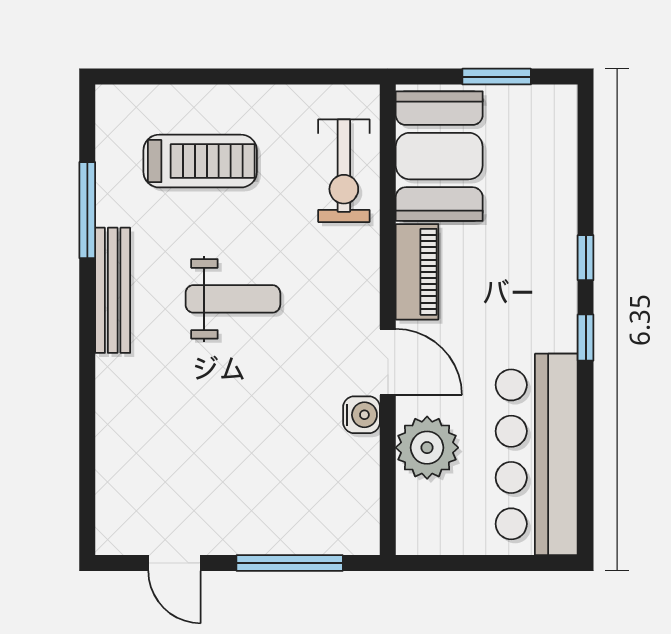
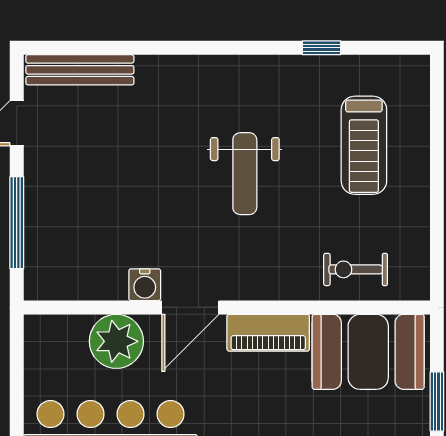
exercise bike: (344, 171) -> (356, 269), width x0.73, depth x0.72
window: (87, 210) -> (321, 48), width x0.46
bench: (113, 290) -> (80, 70), moved

